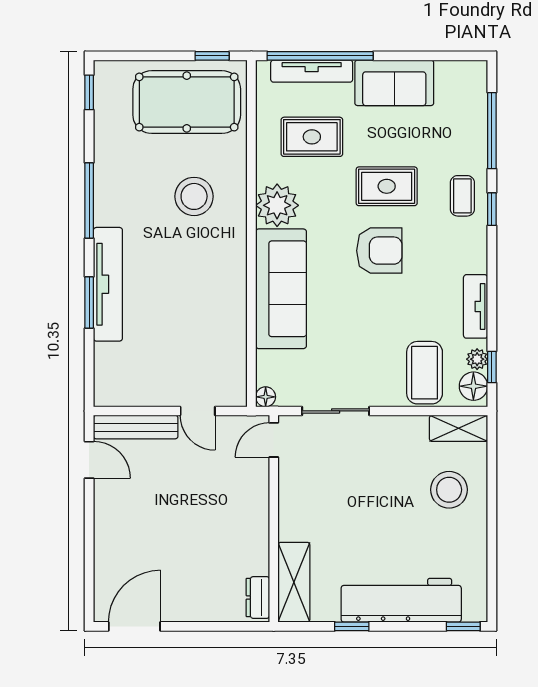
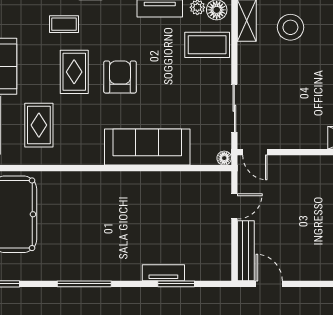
stool: (194, 196) -> (81, 209), removed
coffee table: (462, 196) -> (64, 24), moved
plant: (277, 205) -> (88, 150), removed
tv unit: (108, 284) -> (163, 273), width x0.52, depth x0.78
window: (89, 303) -> (176, 284), moved
door: (89, 460) -> (269, 284), hinge flipped

